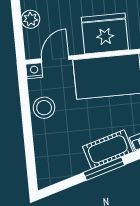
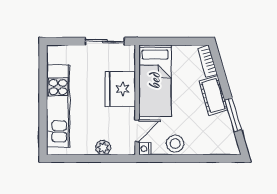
door: (55, 59) -> (137, 131), swing flipped
window: (104, 169) -> (233, 115), moved

